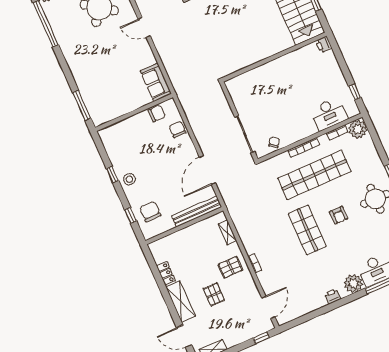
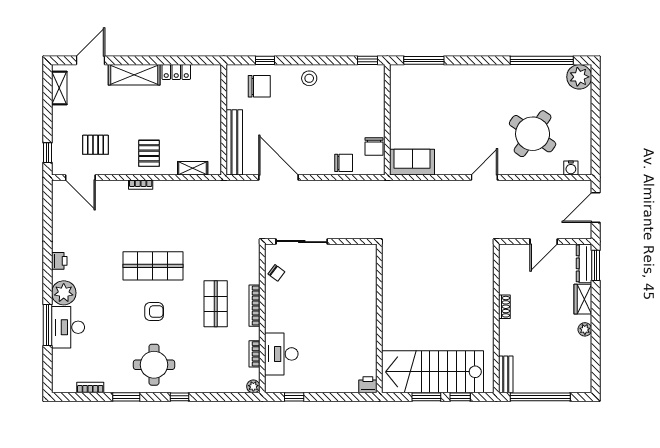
plant: (358, 129) -> (253, 386), width x0.53, depth x0.53
window: (112, 175) -> (368, 60), moved
shop shelf: (314, 175) -> (216, 304), width x0.50, depth x0.74
armchair: (339, 215) -> (154, 312), turned 180
pallet: (214, 294) -> (96, 145), moved

